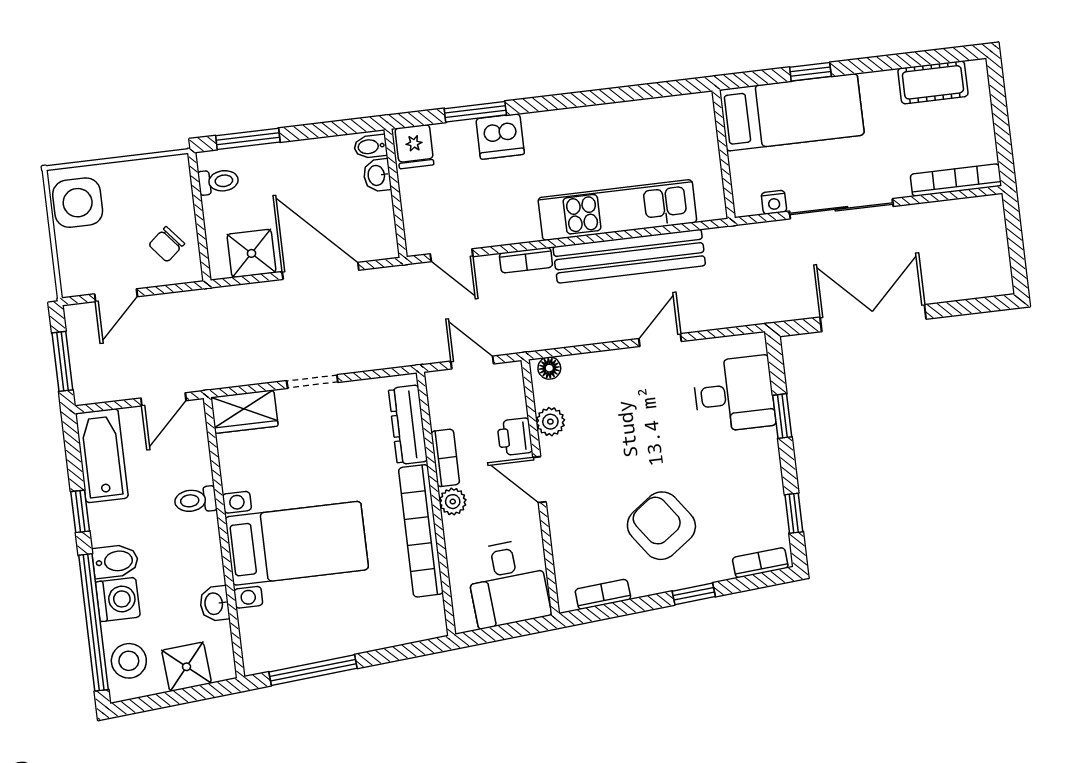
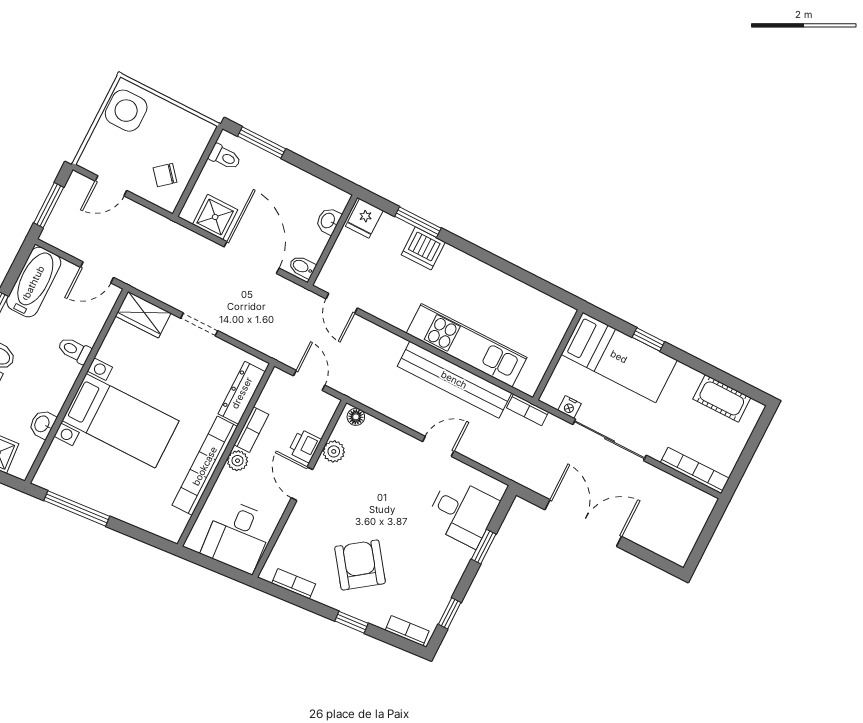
bidet: (370, 146) -> (302, 267), moved
bookcase: (526, 260) -> (528, 410), moved

